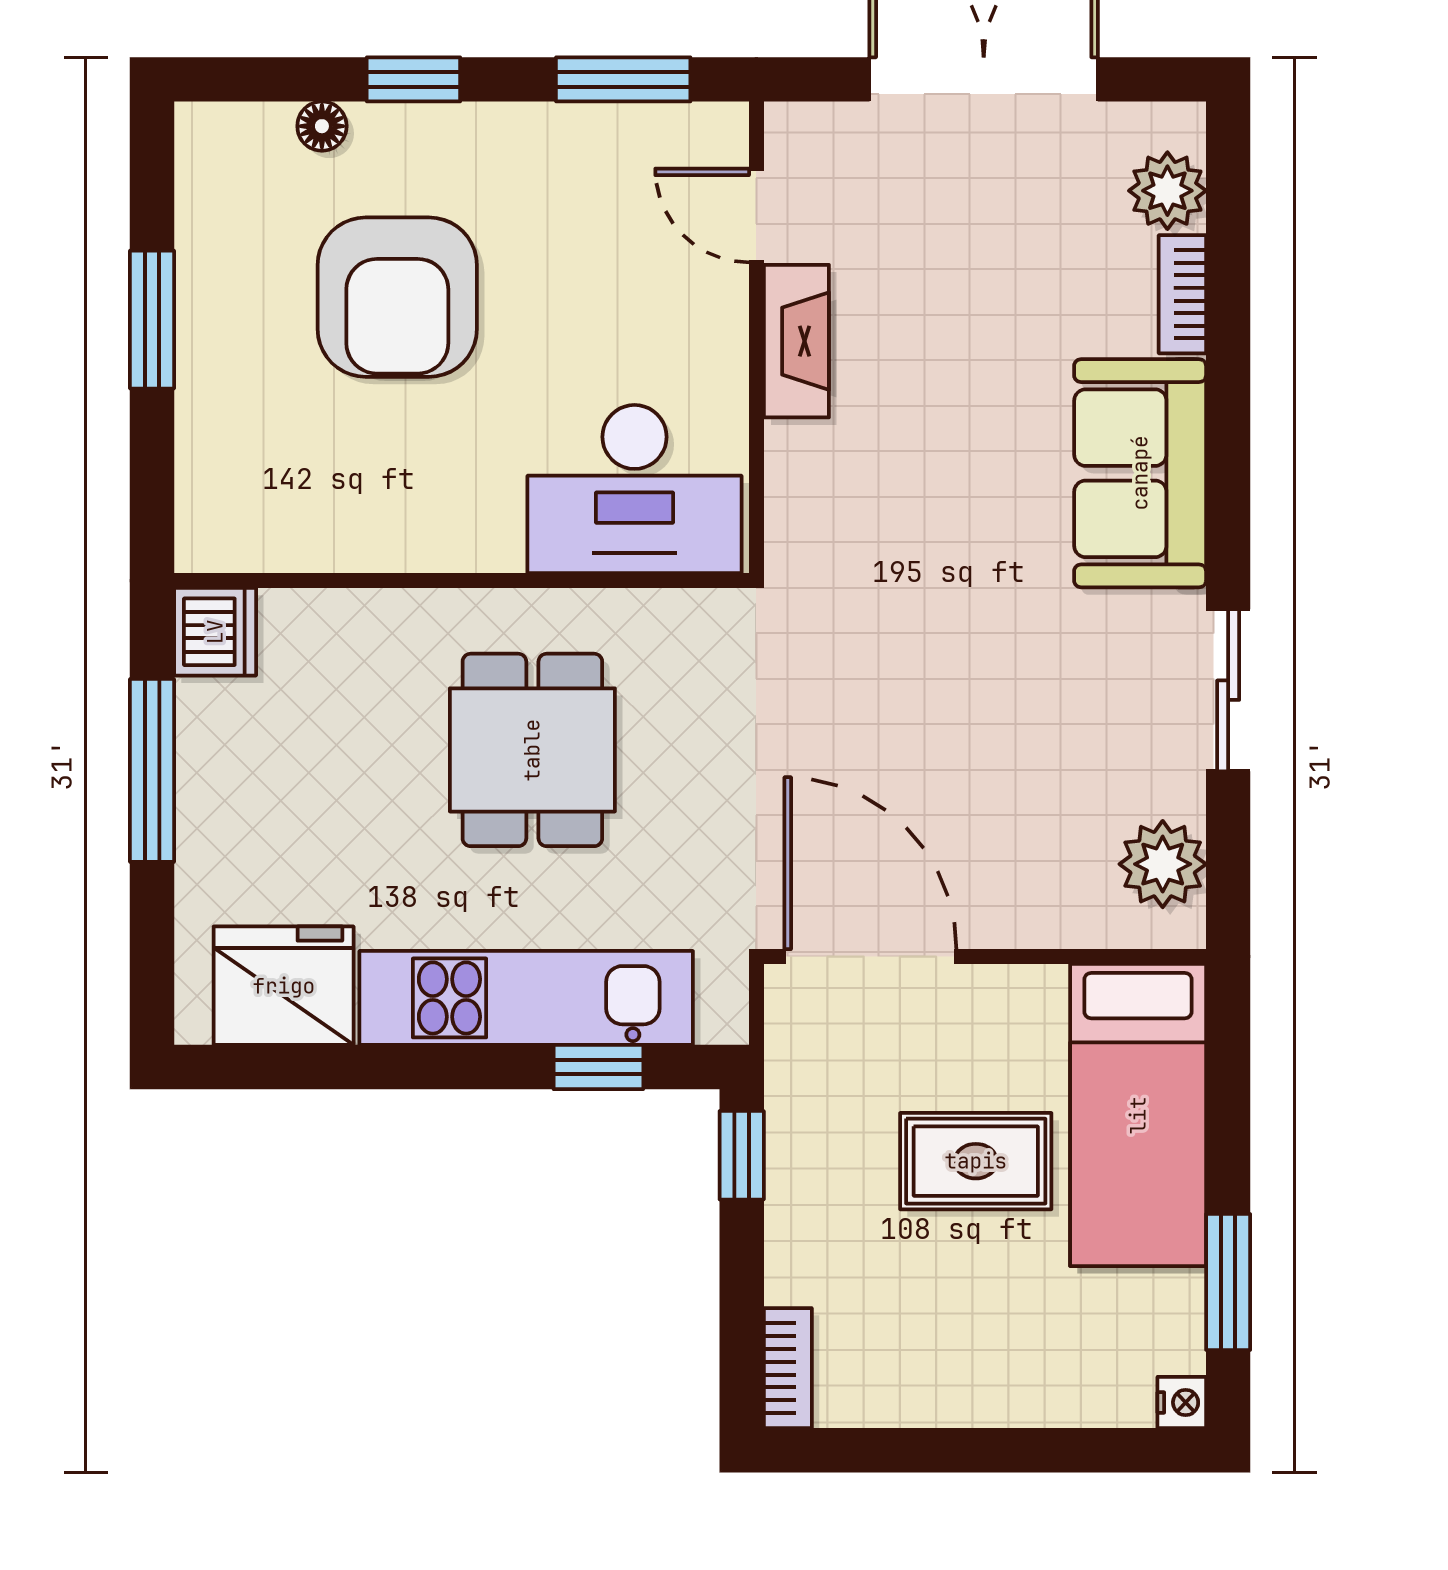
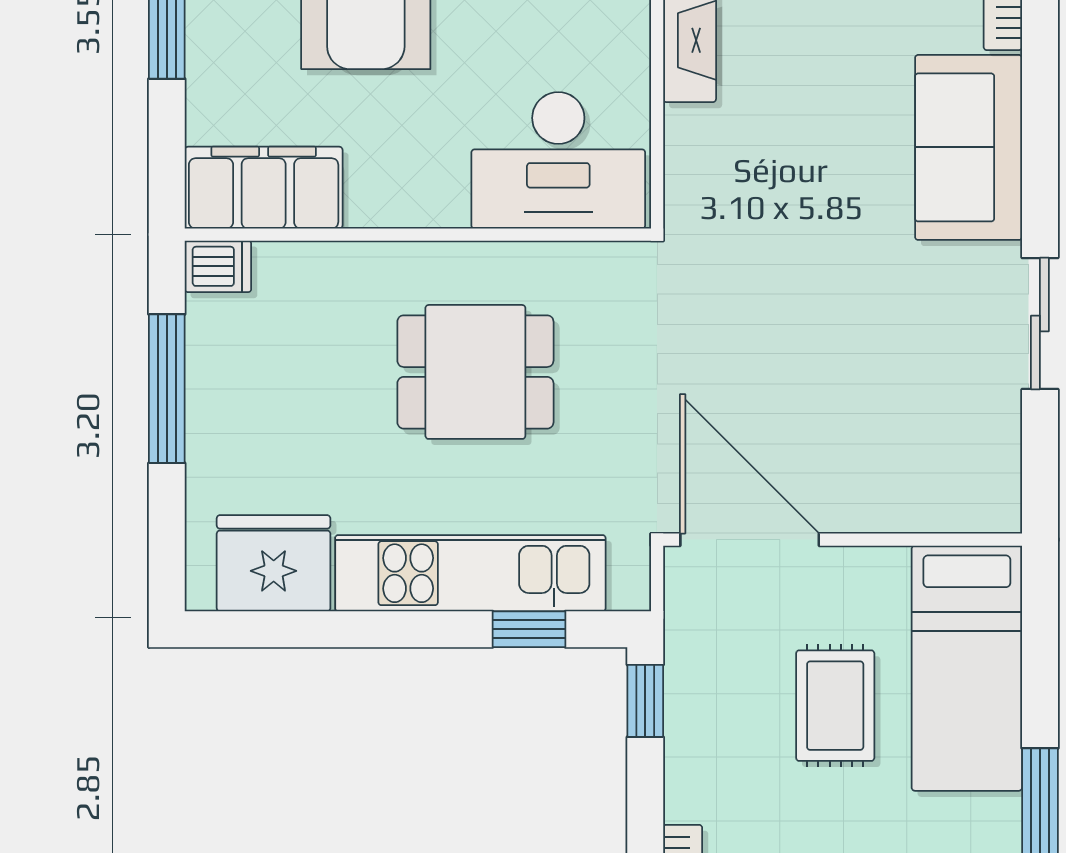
filing cabinet: (271, 523) -> (264, 188), added
dishwasher: (215, 632) -> (218, 266), width x0.73
dining table: (532, 750) -> (475, 372), turned 90
plant: (1163, 864) -> (987, 465), removed
rug: (976, 1161) -> (835, 706), turned 90

